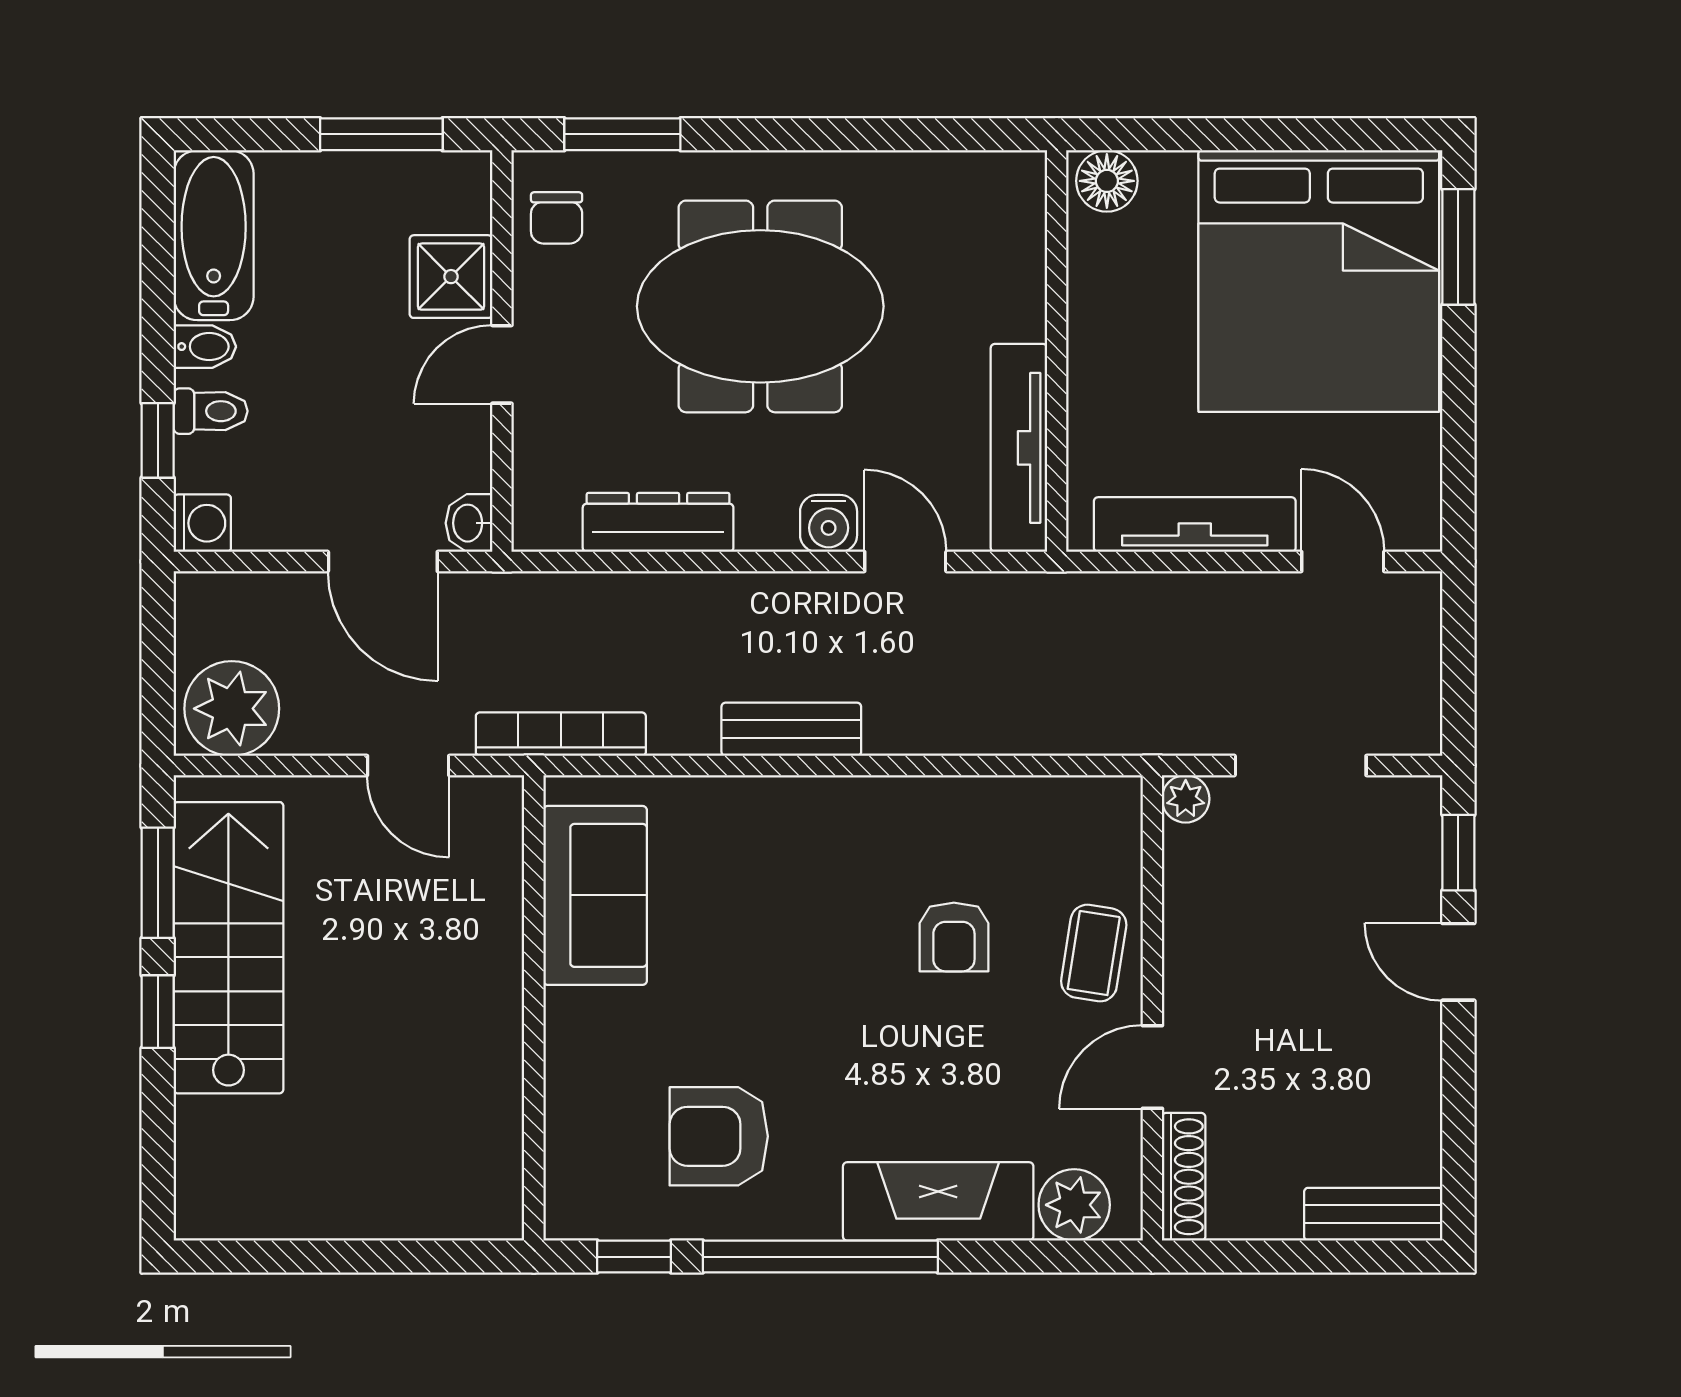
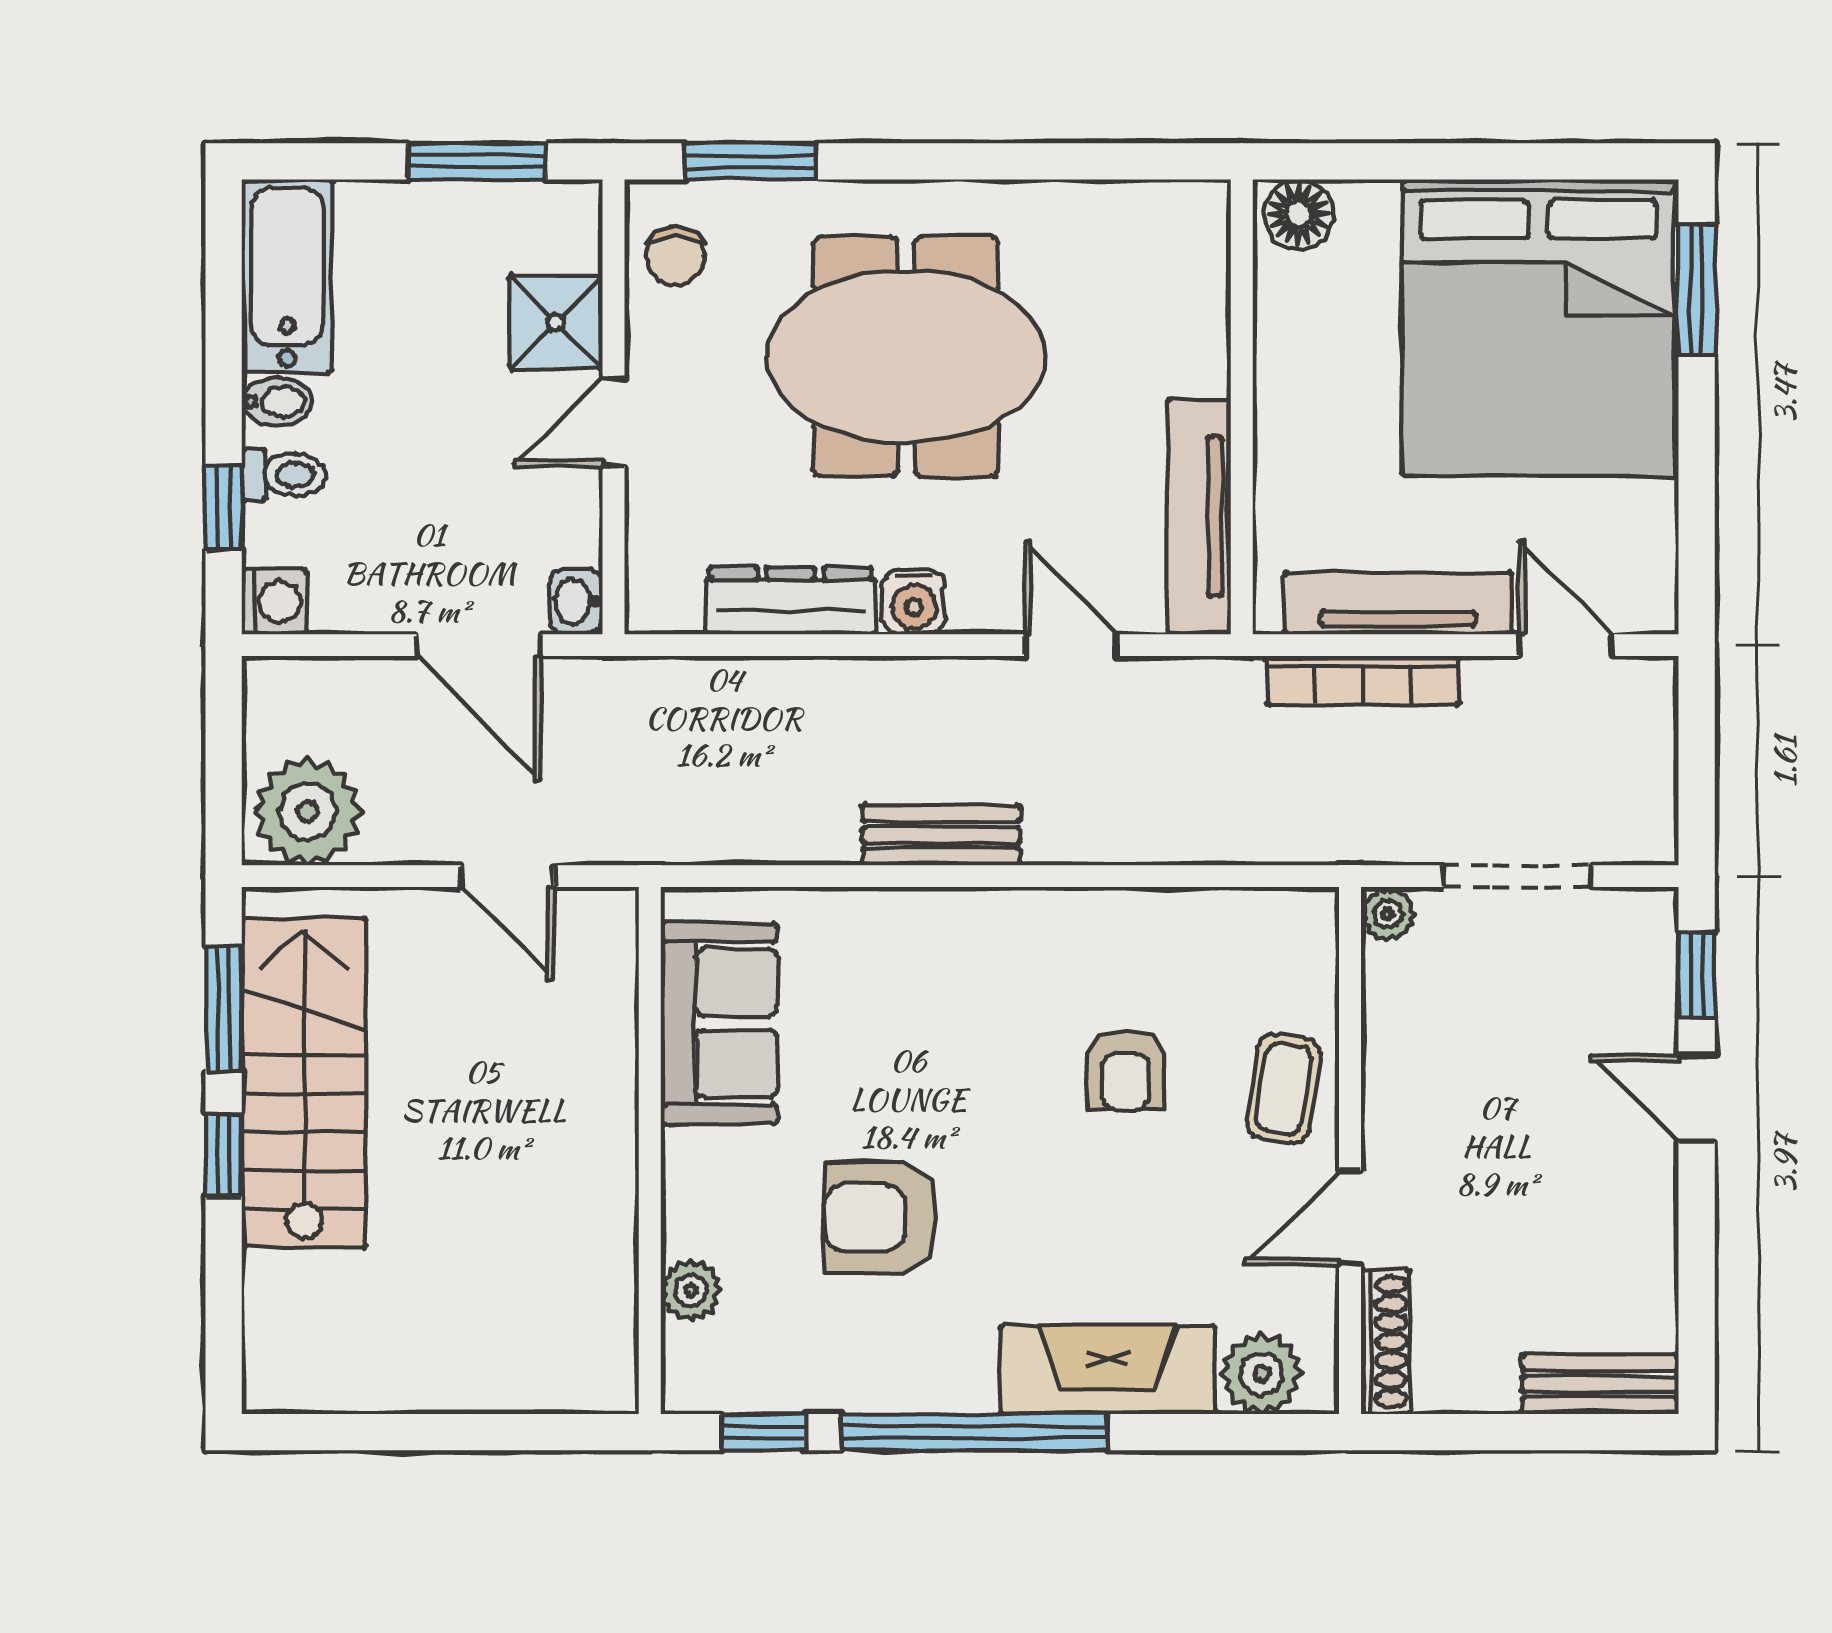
water cooler: (829, 523) -> (914, 602), moved
bookcase: (561, 734) -> (1363, 681), moved, turned 180
plant: (570, 1131) -> (691, 1290), added
armchair: (719, 1136) -> (881, 1218), moved

